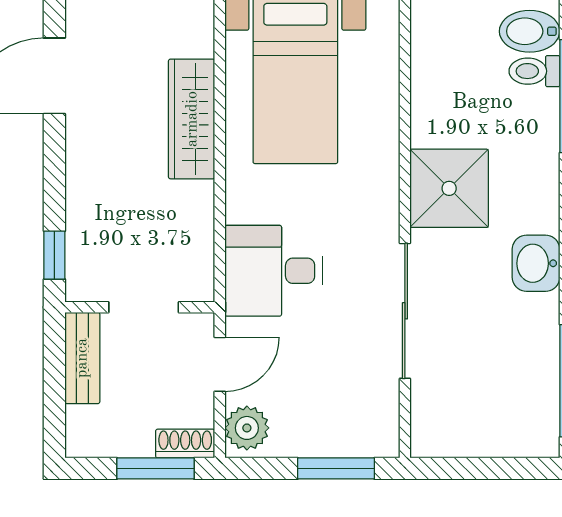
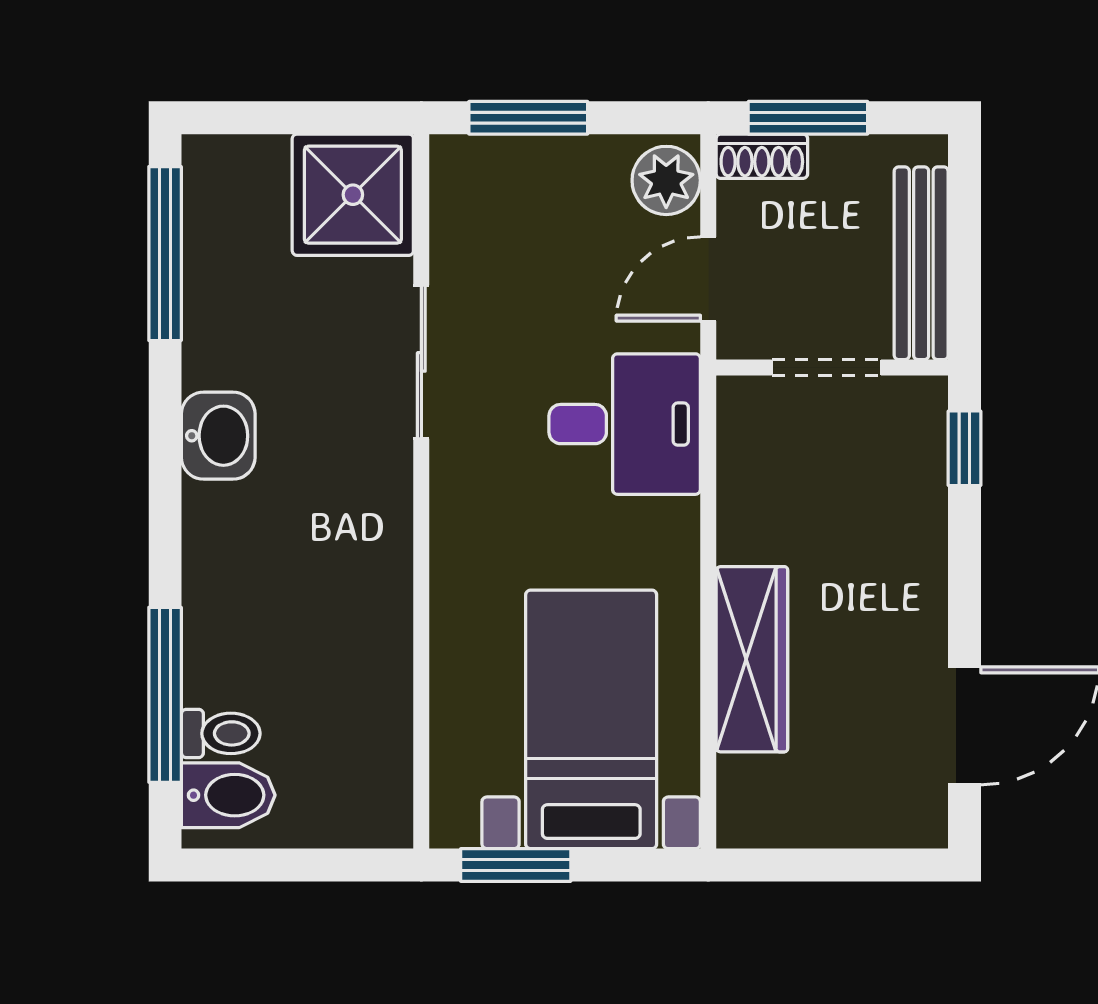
shower: (449, 188) -> (353, 195), moved
sliding door: (405, 311) -> (421, 362), width x0.73
bench: (82, 358) -> (921, 263), width x1.36

